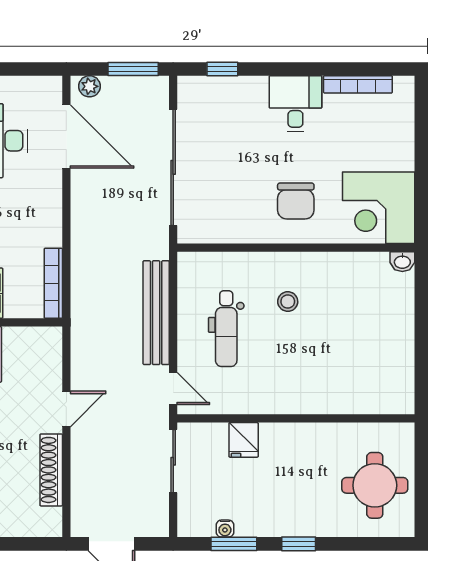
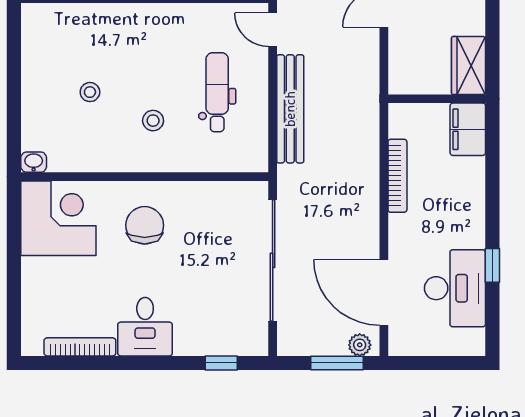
window: (133, 69) -> (337, 363), moved
bookcase: (53, 283) -> (397, 176), moved
stool: (348, 329) -> (90, 92), added

